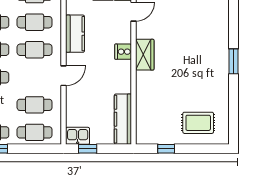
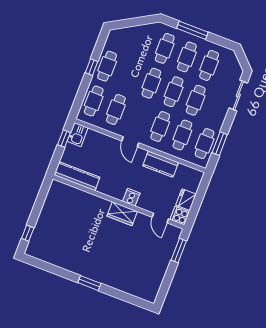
rug: (198, 123) -> (51, 236), removed
window: (166, 149) -> (28, 233), moved

